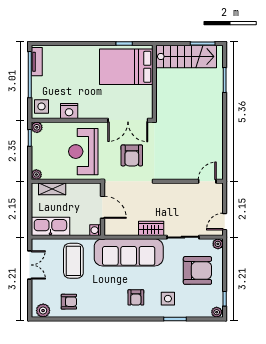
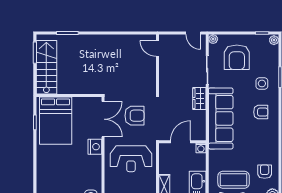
nightstand: (69, 111) -> (95, 147), moved
coffee table: (73, 261) -> (234, 180), moved
armchair: (197, 270) -> (237, 57), turned 180

